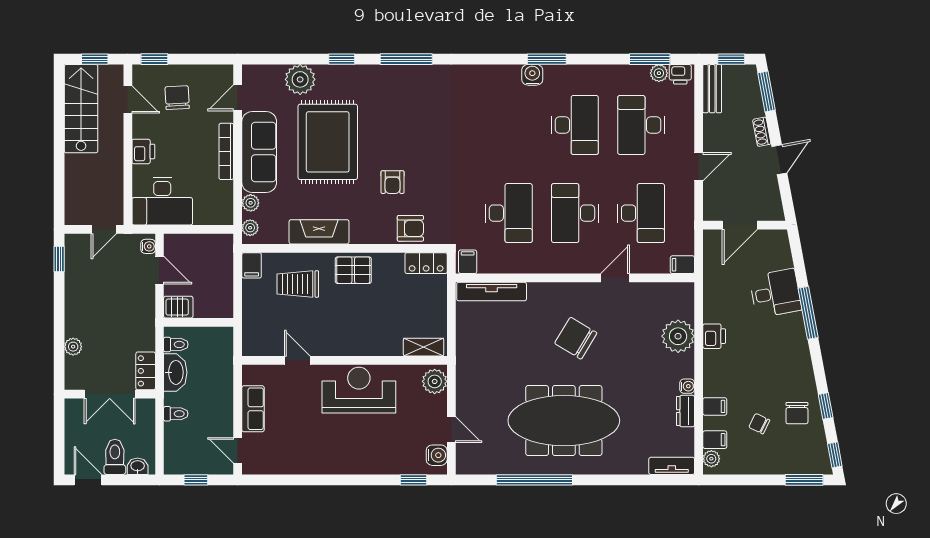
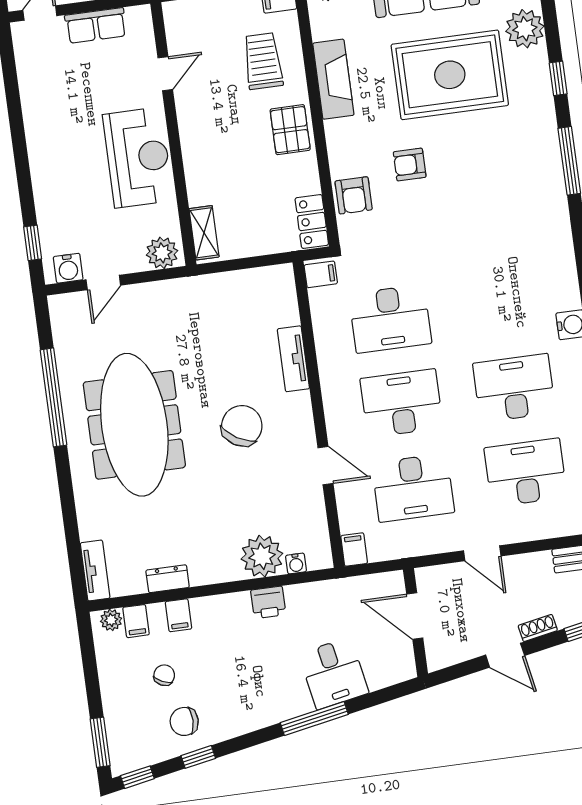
desk: (575, 125) -> (514, 388), turned 180
tv unit: (492, 292) -> (293, 359), moved, width x0.71
water cooler: (687, 386) -> (296, 563), moved

